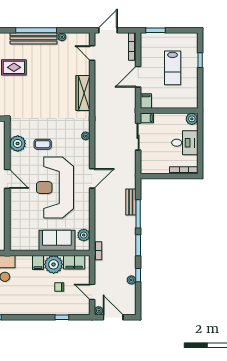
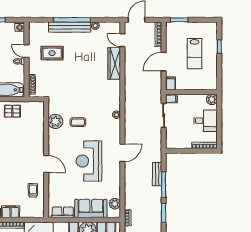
wardrobe: (83, 93) -> (114, 63), moved
door: (7, 179) -> (46, 164), moved
reception desk: (55, 188) -> (89, 161), width x0.74, depth x0.77
row of seats: (26, 245) -> (63, 212), added

